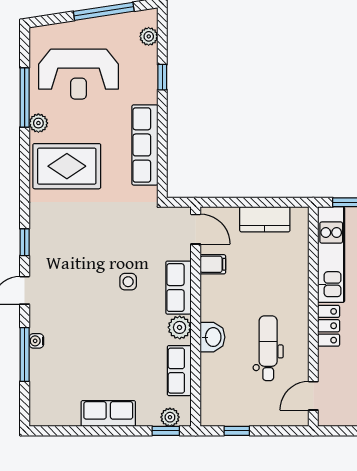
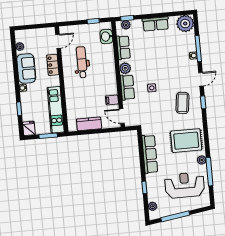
coffee table: (67, 245) -> (183, 103), added
locker: (329, 326) -> (53, 65), moved
washbasin: (212, 337) -> (106, 36), moved
dental chair: (268, 348) -> (82, 62), turned 180
plant: (47, 409) -> (185, 24), added

